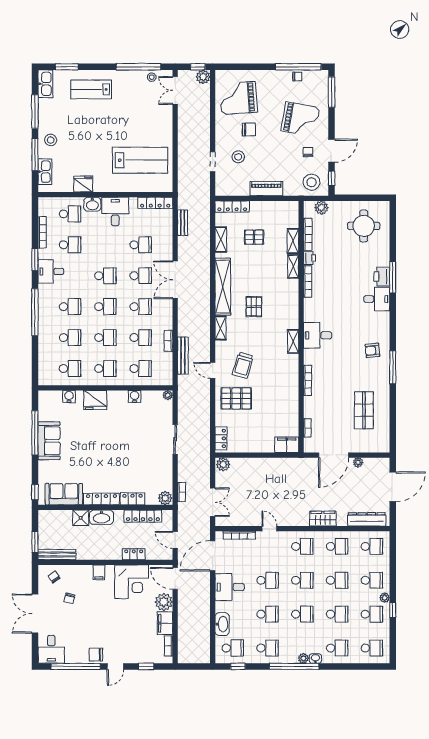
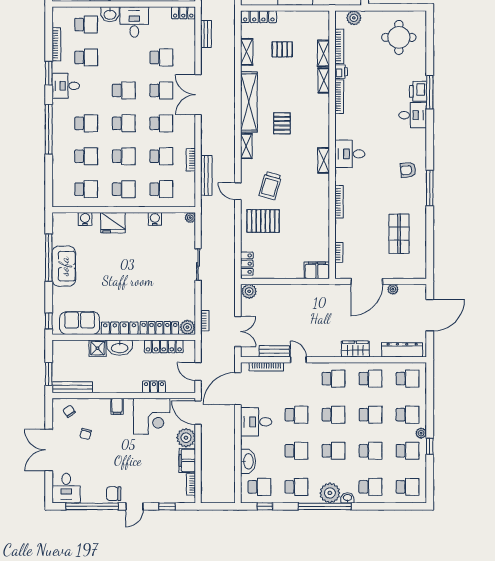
locker: (155, 203) -> (183, 13), width x0.66
locker: (132, 499) -> (159, 328), width x1.53
bench: (247, 521) -> (274, 351), added
plant: (303, 658) -> (330, 493), width x1.88, depth x1.88

